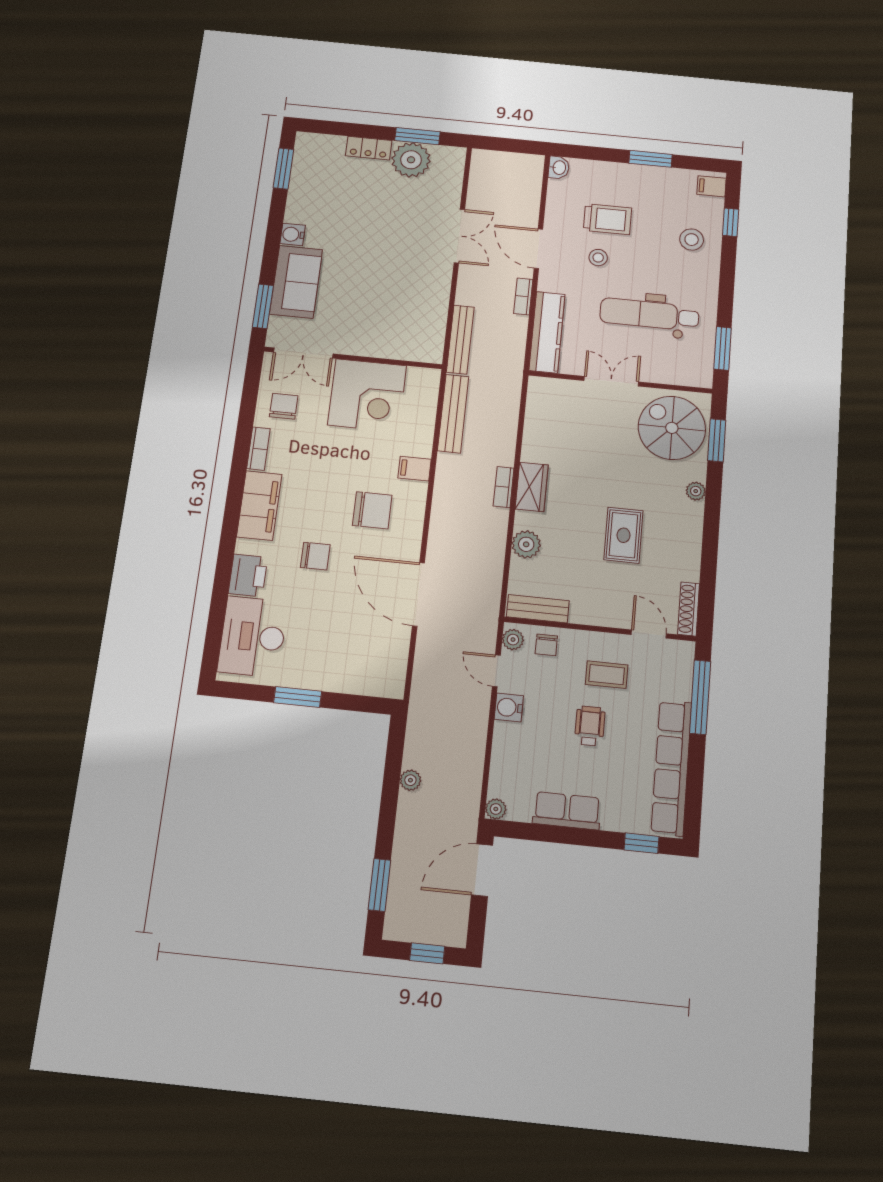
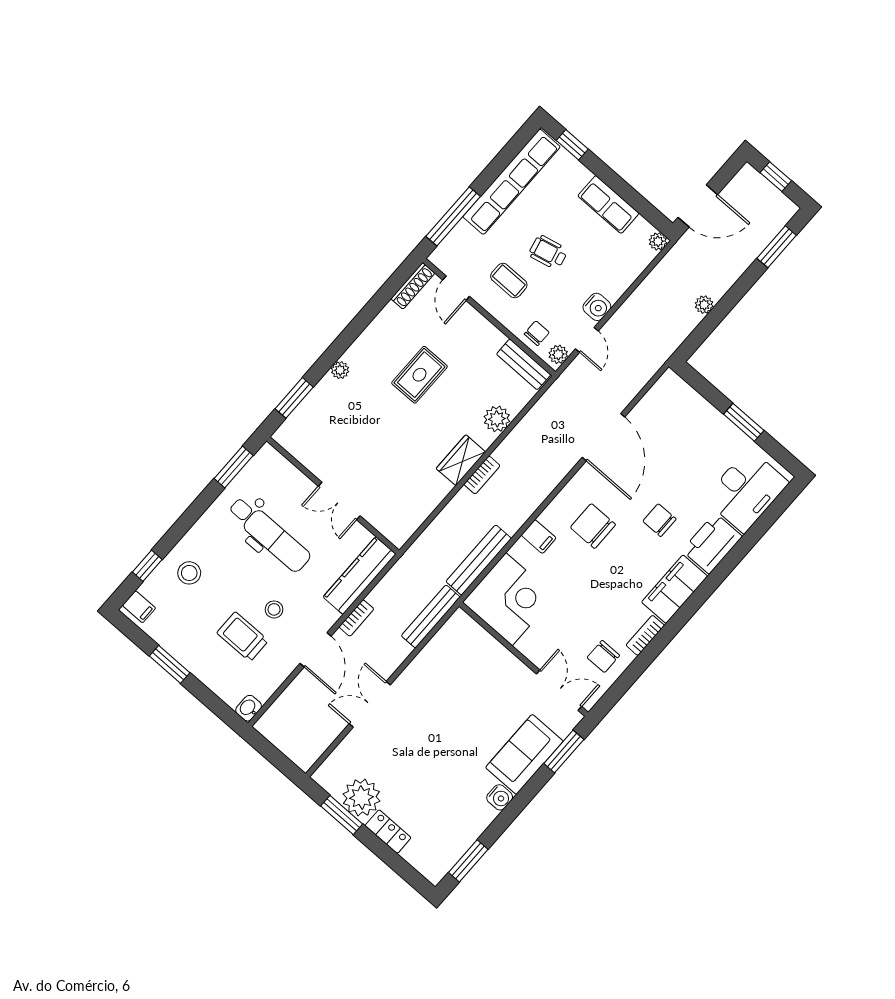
corner desk: (367, 395) -> (509, 599), moved, turned 90
spiral stairs: (672, 428) -> (321, 432), removed
printer: (248, 575) -> (712, 543), width x1.37, depth x1.19
wheelchair: (590, 726) -> (548, 252), turned 77

